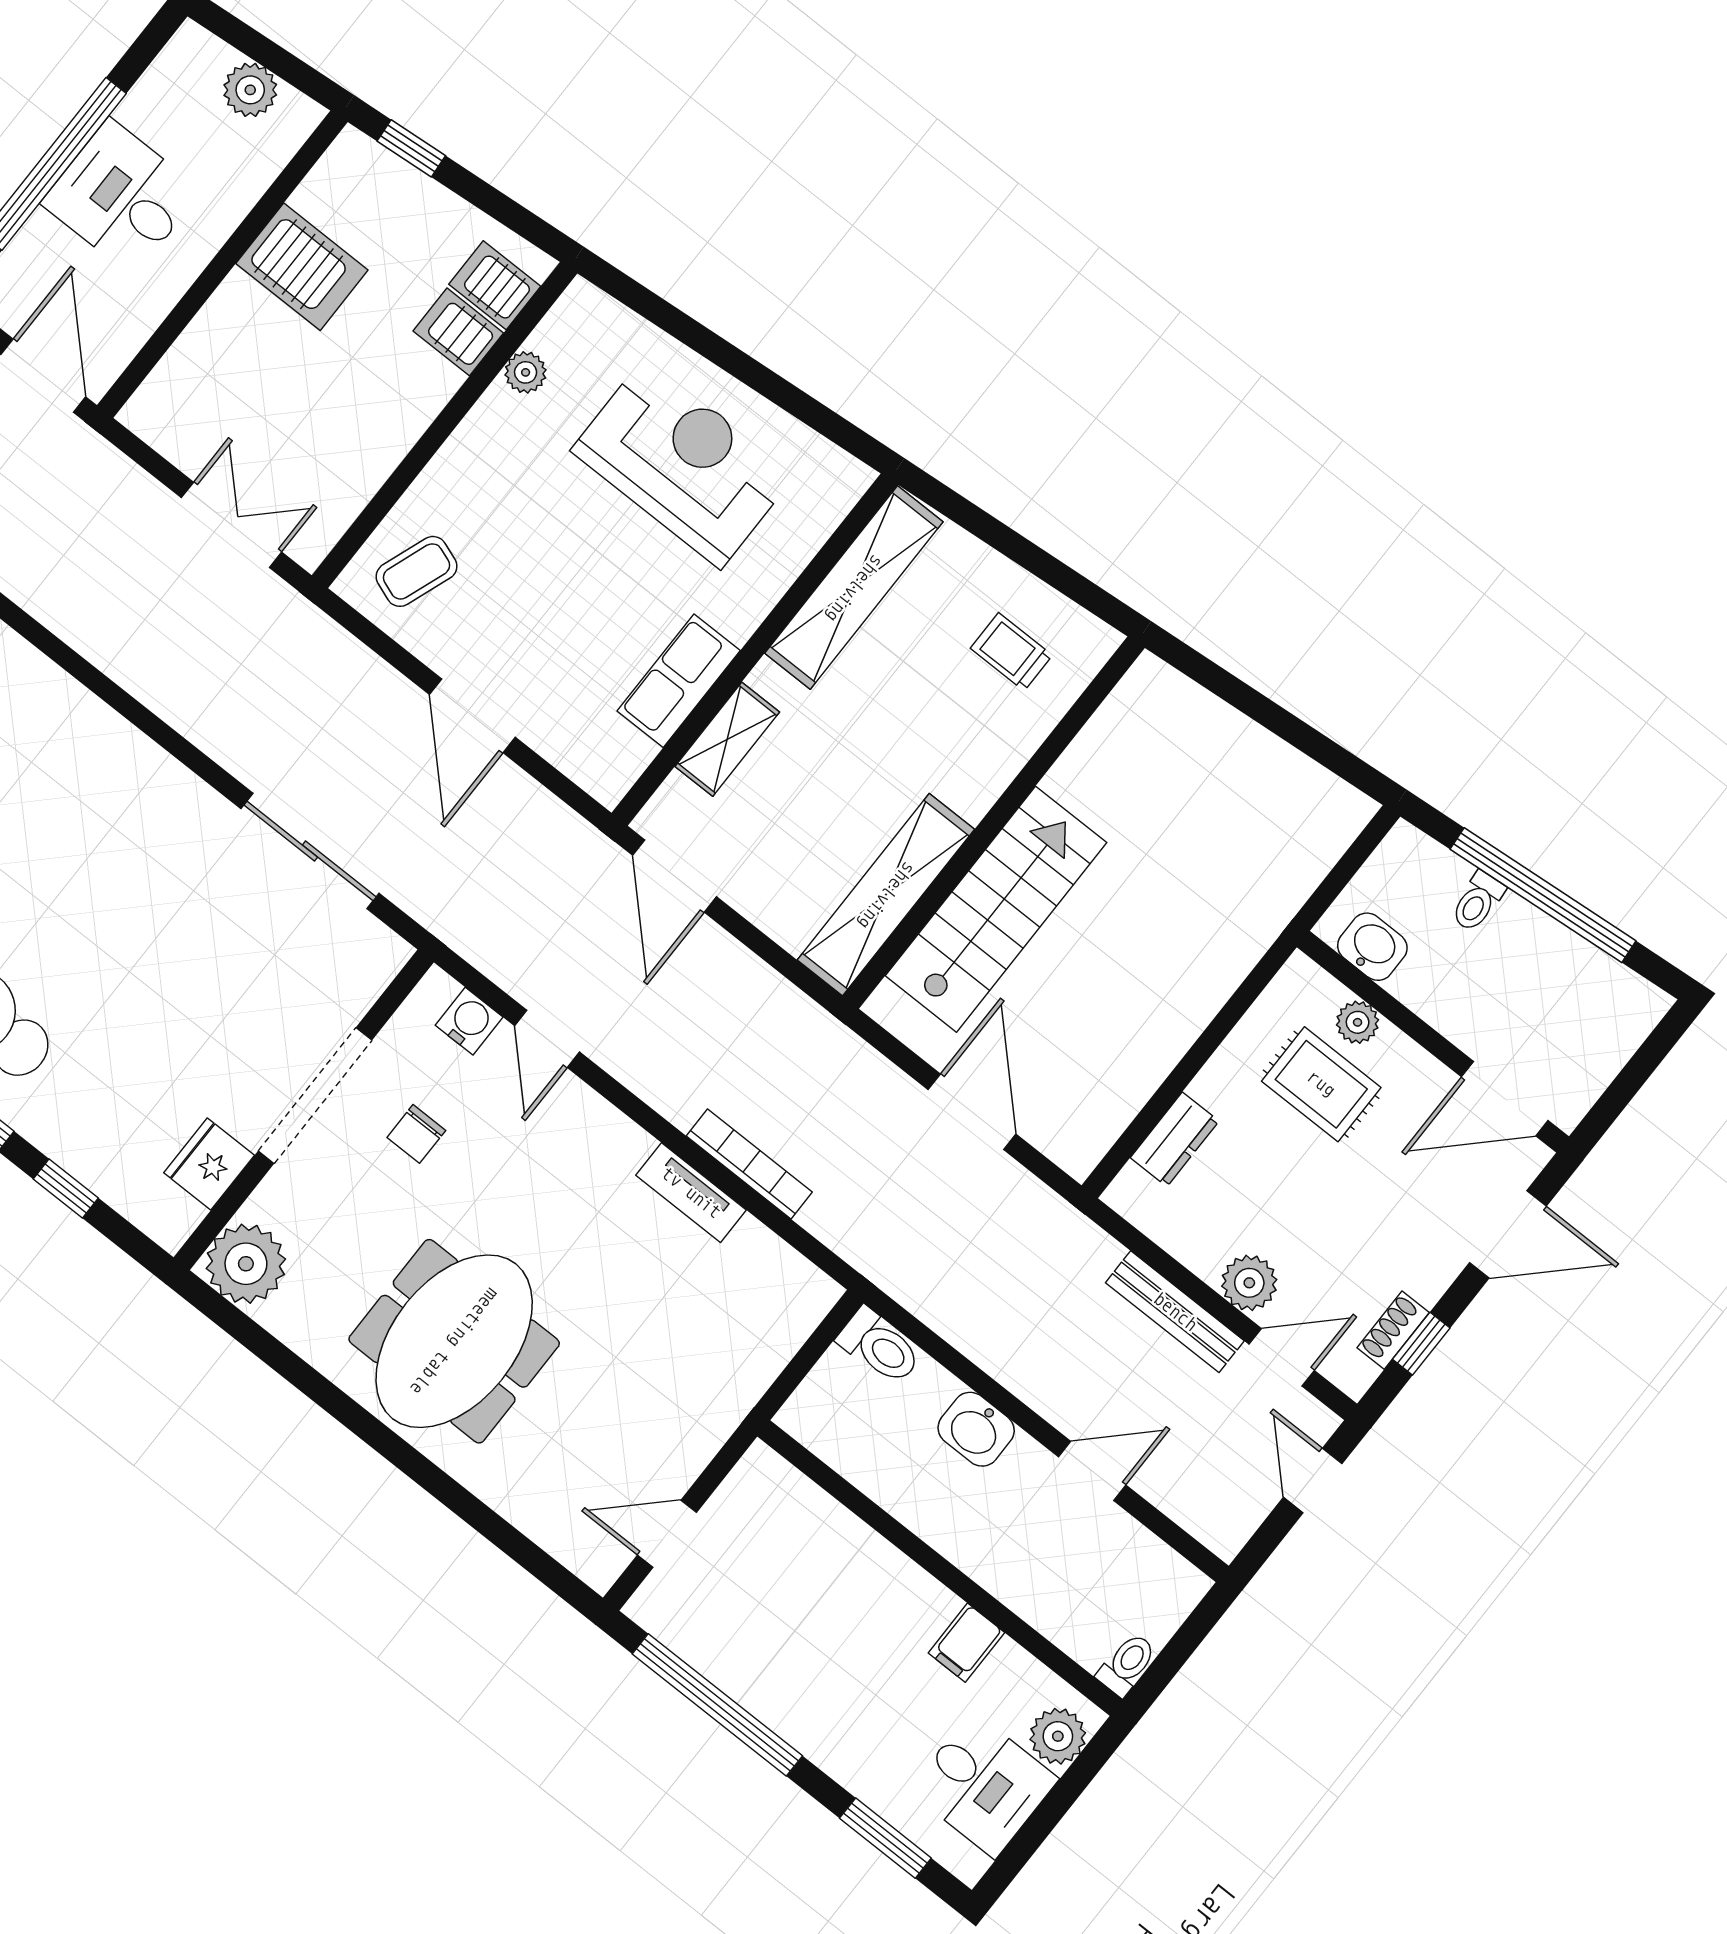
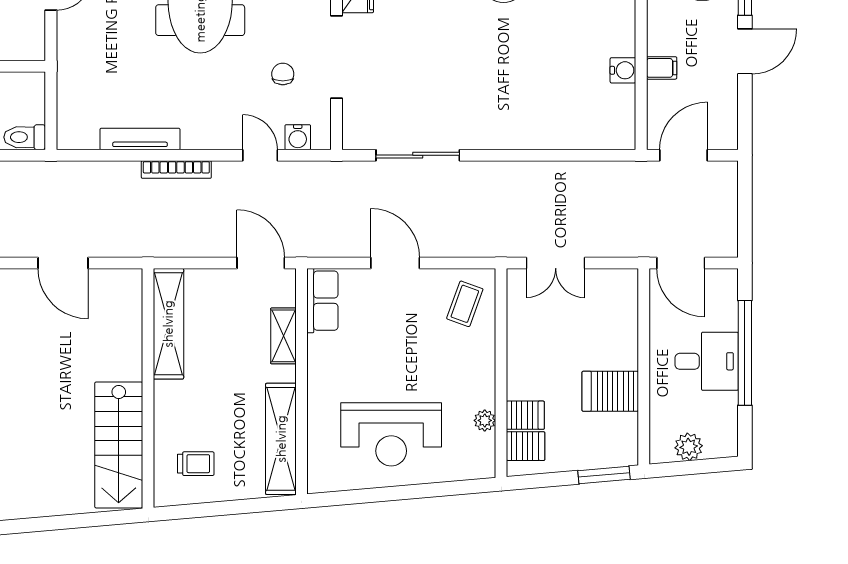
window: (411, 148) -> (604, 475), width x1.50
row of seats: (679, 681) -> (322, 301), moved
stairs: (996, 909) -> (119, 445), moved
bookcase: (749, 1164) -> (176, 169), moved
tv unit: (691, 1193) -> (140, 139), width x1.41

